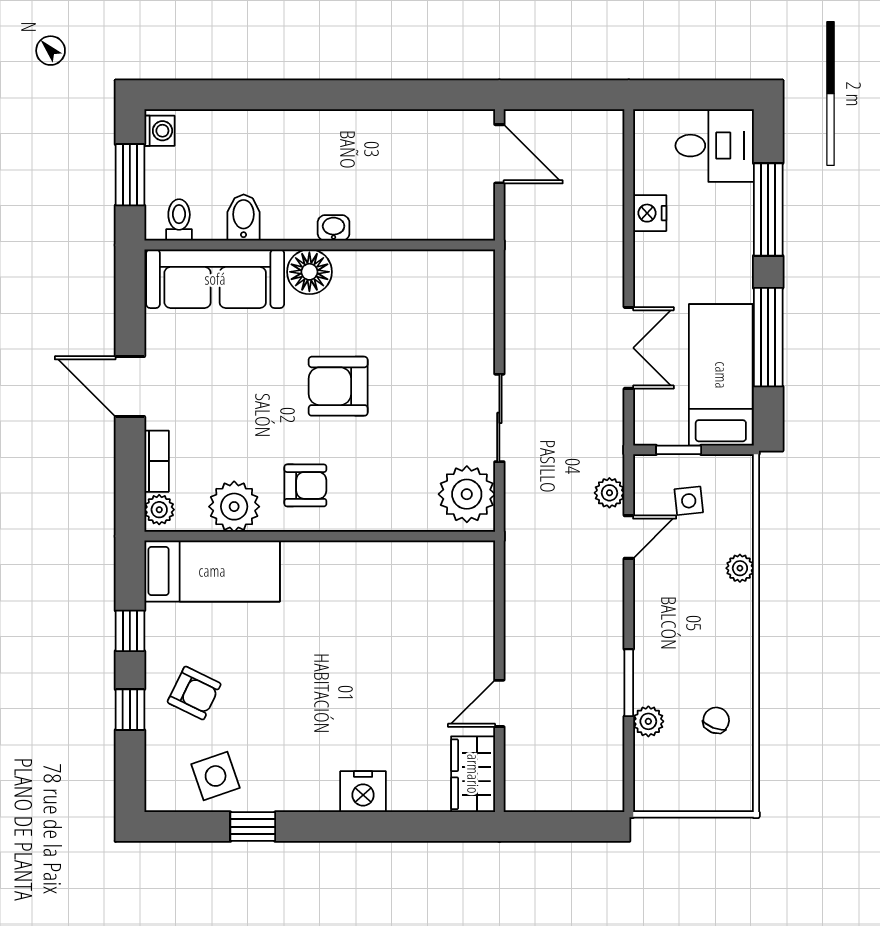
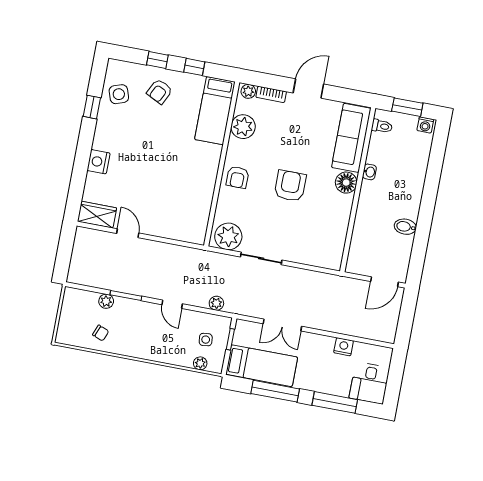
bidet: (244, 218) -> (405, 227), moved, turned 180
washbasin: (334, 228) -> (369, 172), moved
armchair: (305, 485) -> (238, 177), moved
door: (629, 537) -> (172, 304), moved
plant: (740, 568) -> (200, 363), moved

